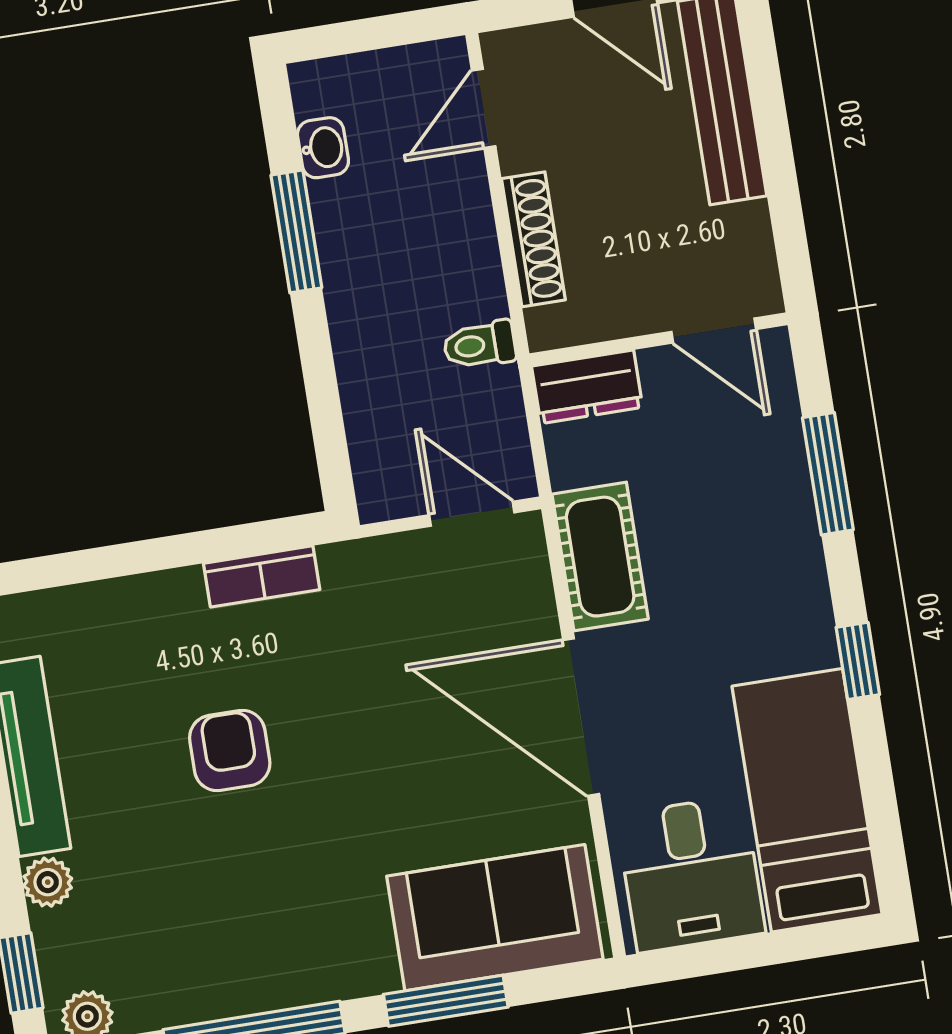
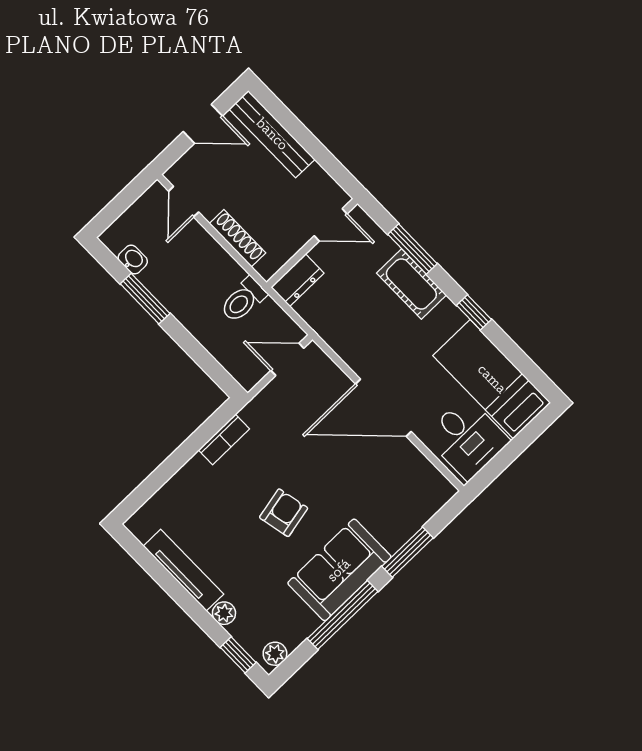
toilet: (480, 345) -> (243, 300), width x1.37, depth x1.39
cot: (600, 557) -> (411, 284), moved
armchair: (230, 751) -> (284, 513), moved, turned 78
sofa: (495, 918) -> (339, 570), moved

